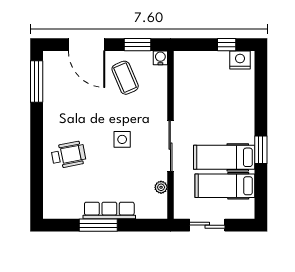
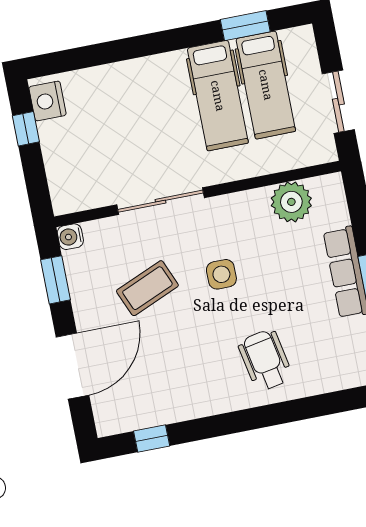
coffee table: (125, 78) -> (147, 288), moved
window: (37, 81) -> (152, 439), width x0.46
sliding door: (170, 146) -> (161, 201), moved
window: (261, 150) -> (245, 26), moved
plant: (161, 187) -> (291, 202), width x1.87, depth x1.87

